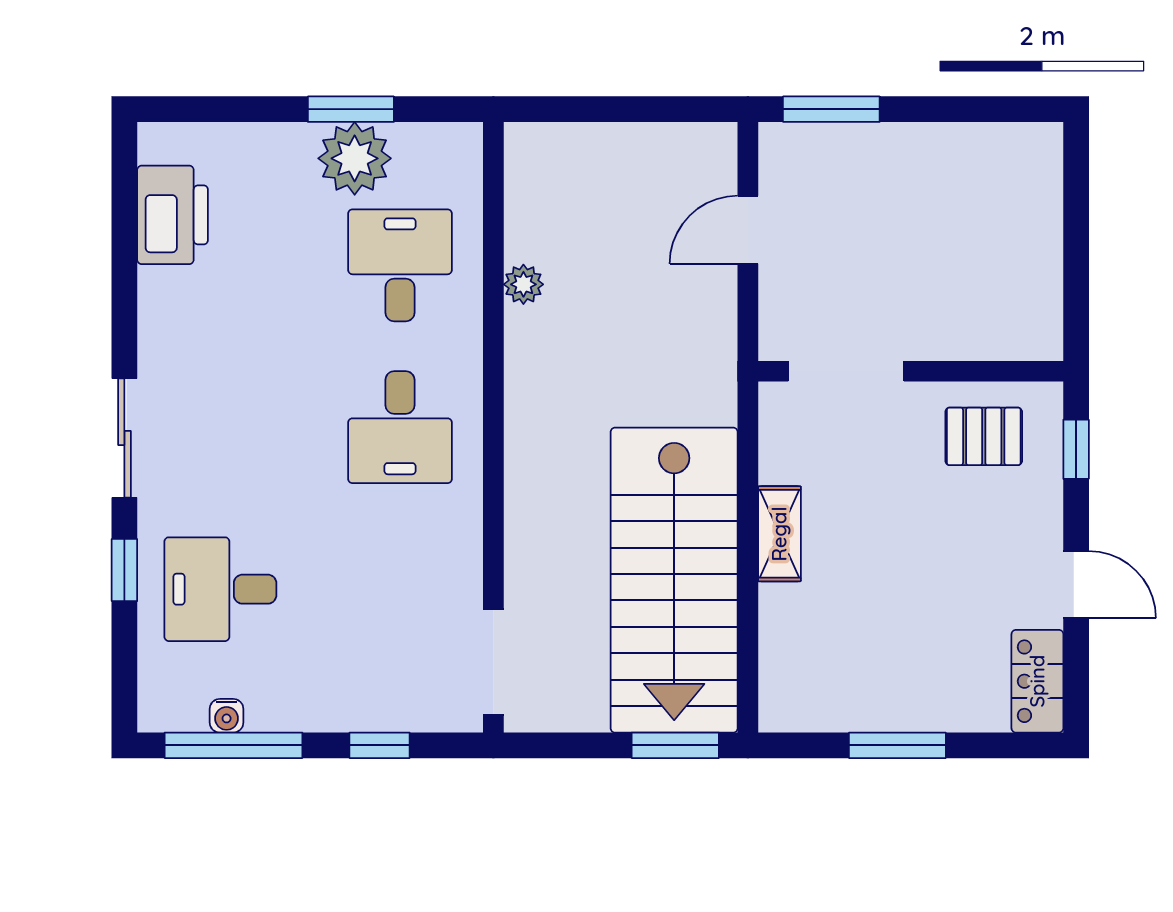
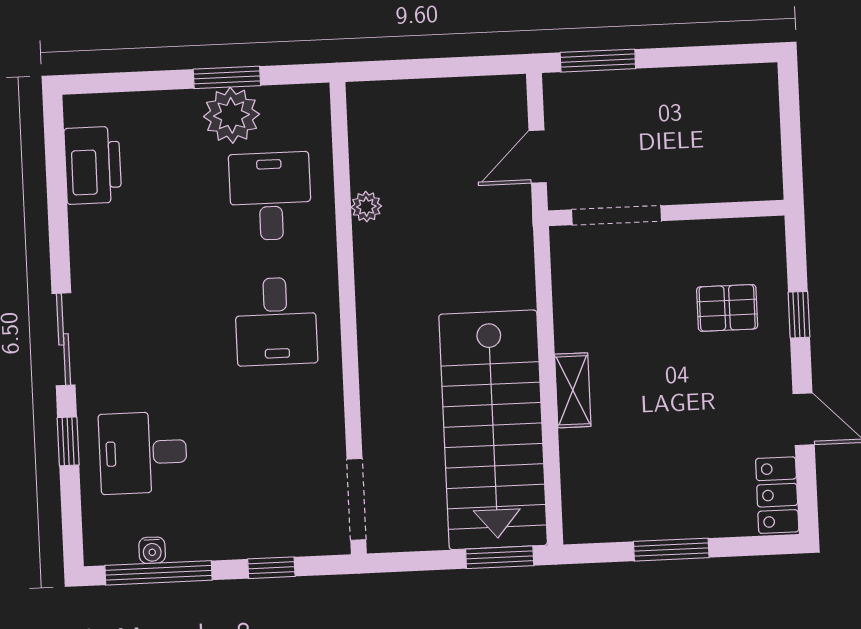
doorway: (846, 371) -> (616, 215), moved
wall: (911, 371) -> (666, 213), moved

